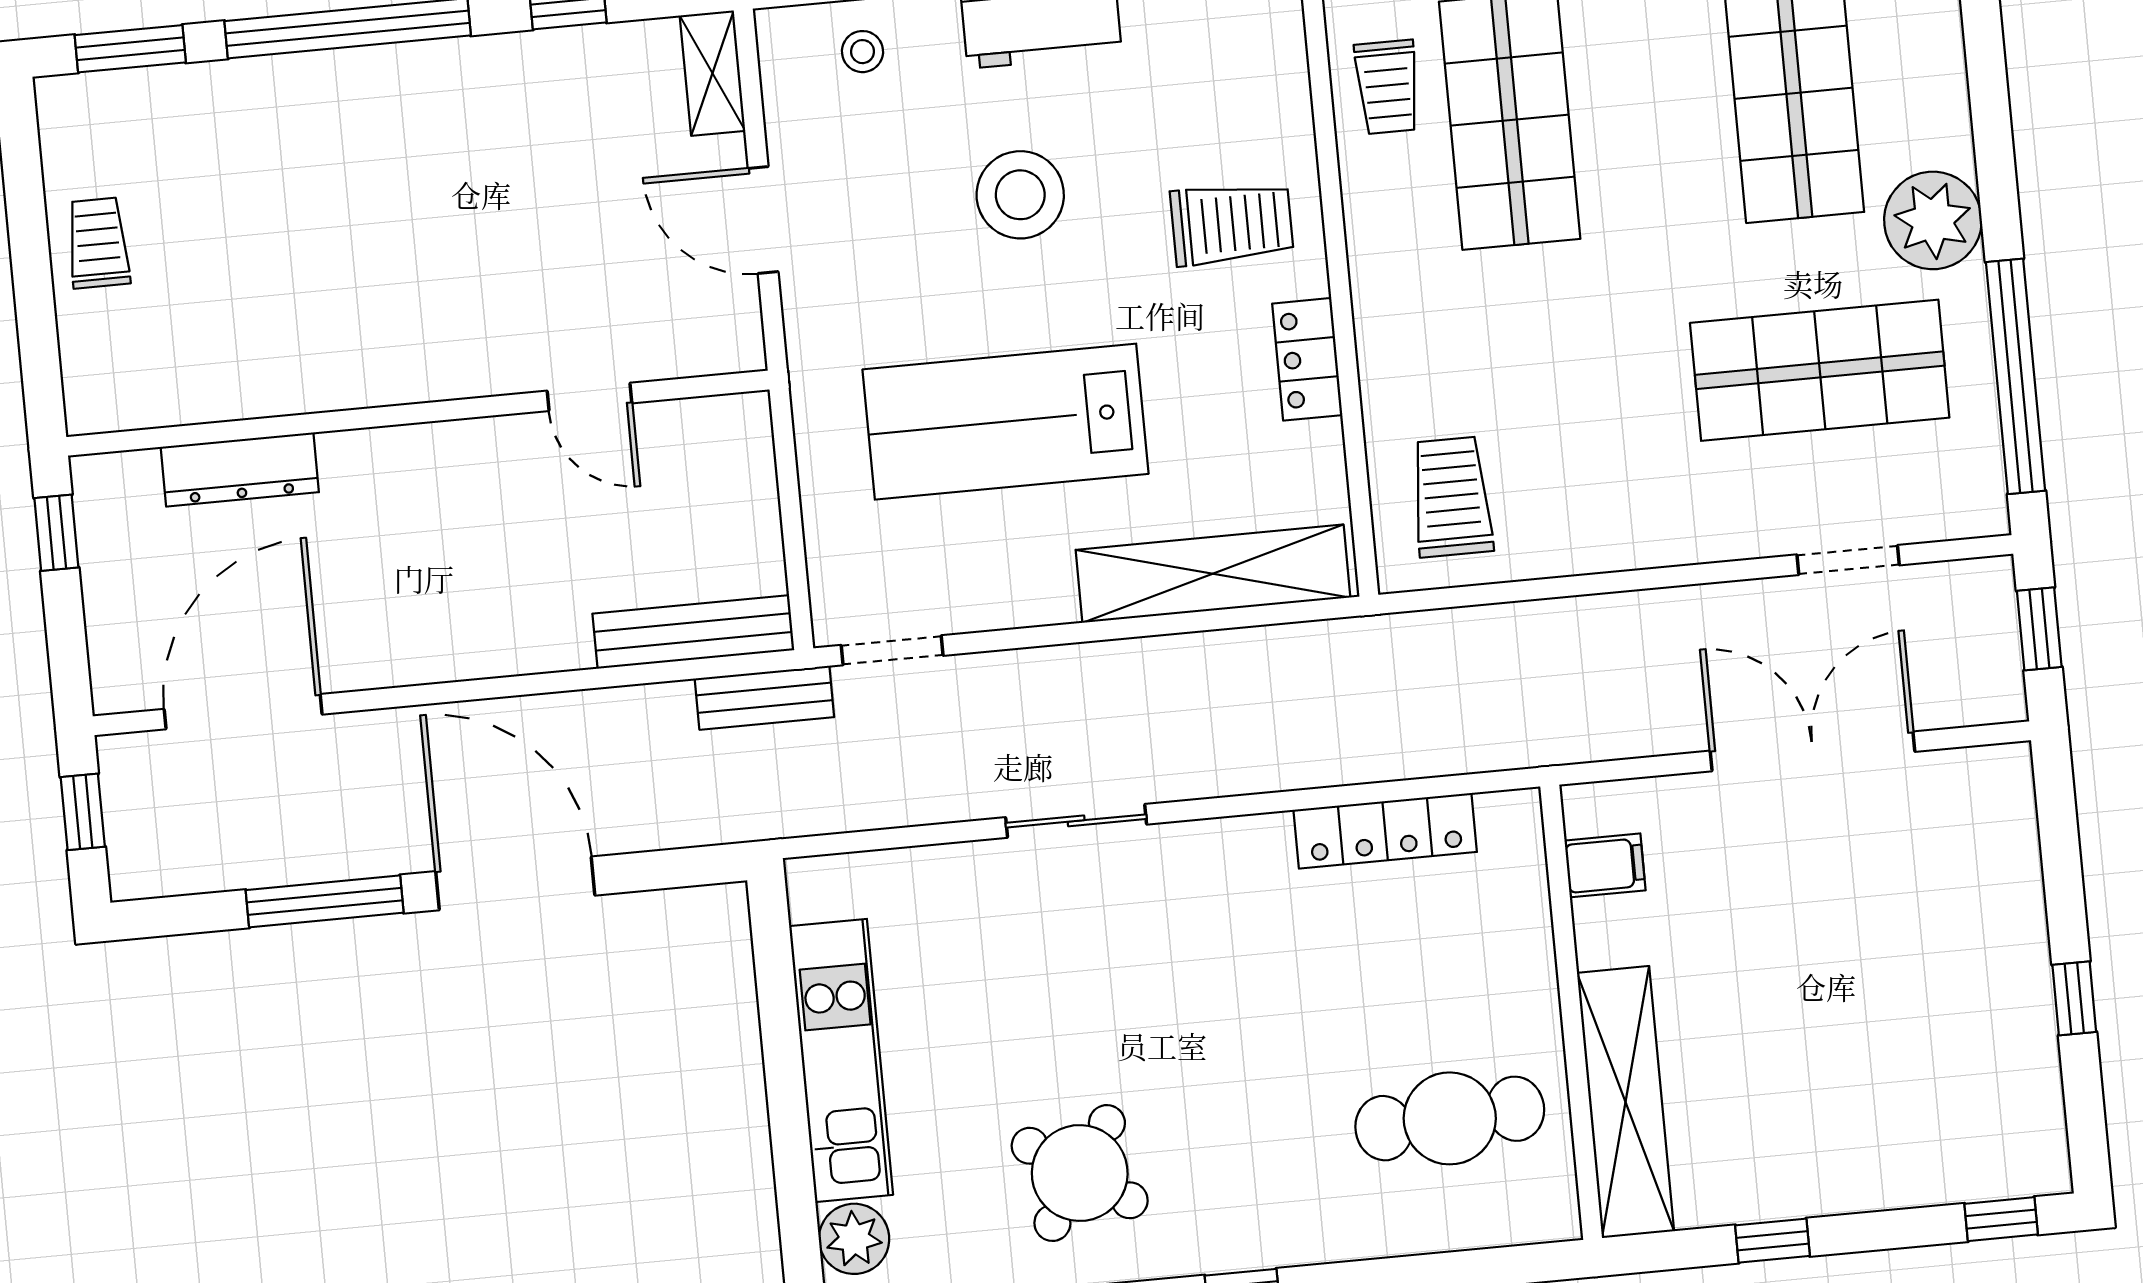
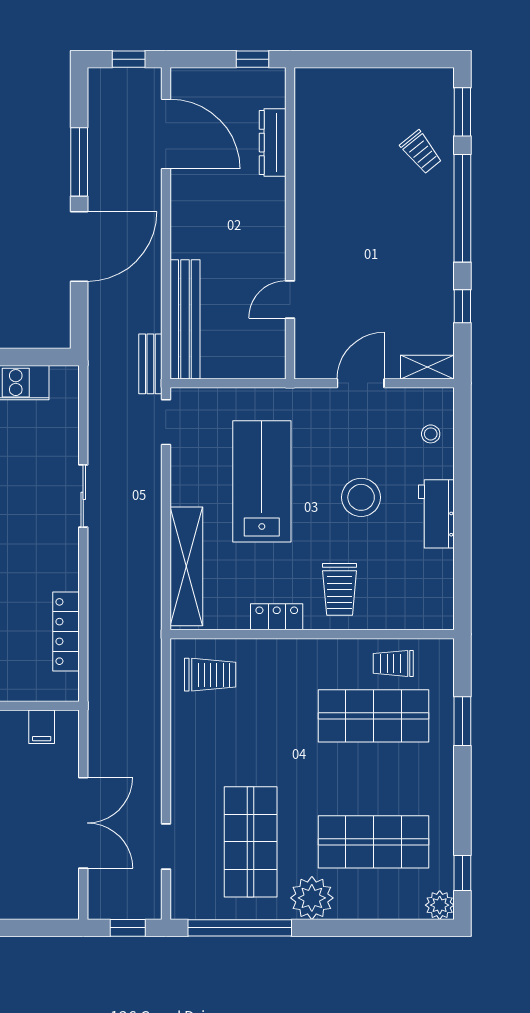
trolley: (98, 243) -> (421, 152), moved, turned 51
bench: (693, 632) -> (185, 319), width x1.37, depth x1.21

